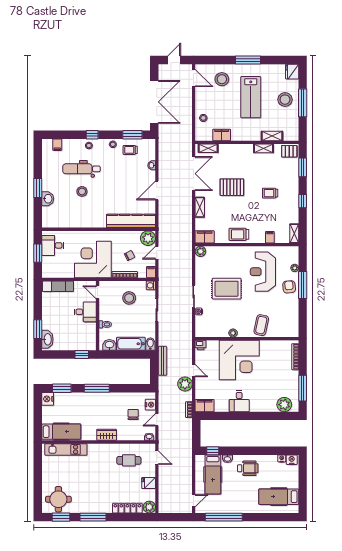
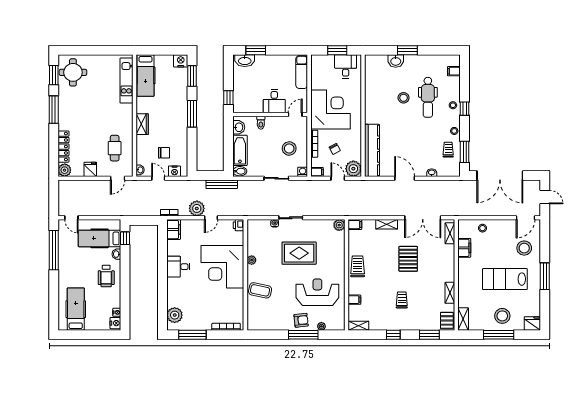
shelving: (272, 136) -> (463, 319), moved
dental chair: (82, 169) -> (428, 97), turned 180
filing cabinet: (205, 237) -> (355, 225), width x0.50
rug: (227, 289) -> (299, 253), turned 90

